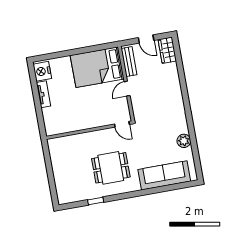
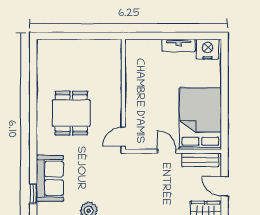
door: (146, 39) -> (225, 186), hinge flipped
sofa: (164, 175) -> (50, 178), width x0.73
window: (96, 201) -> (33, 194), moved

